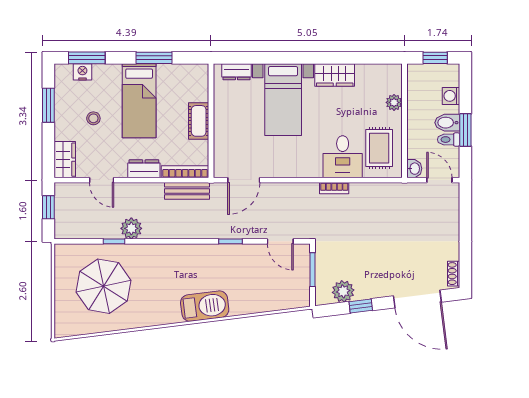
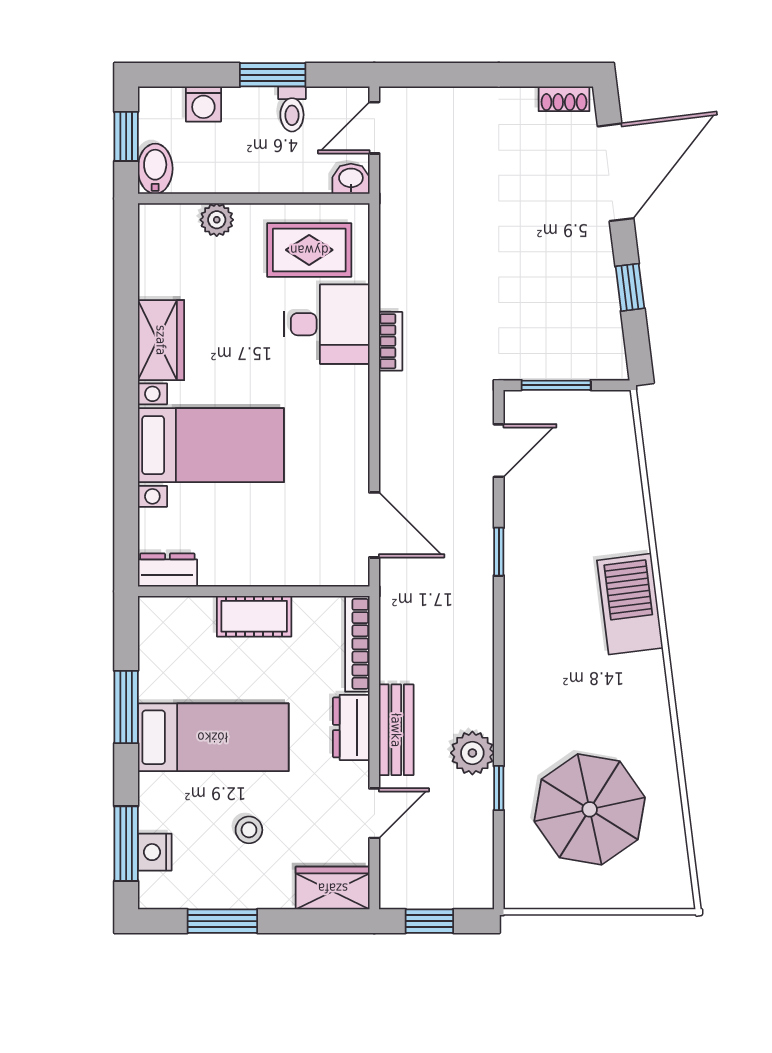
dresser: (236, 72) -> (167, 570), moved, turned -90
bidet: (447, 123) -> (155, 169), moved, turned 180
bench: (187, 191) -> (396, 730), moved
plant: (343, 291) -> (600, 323), removed

